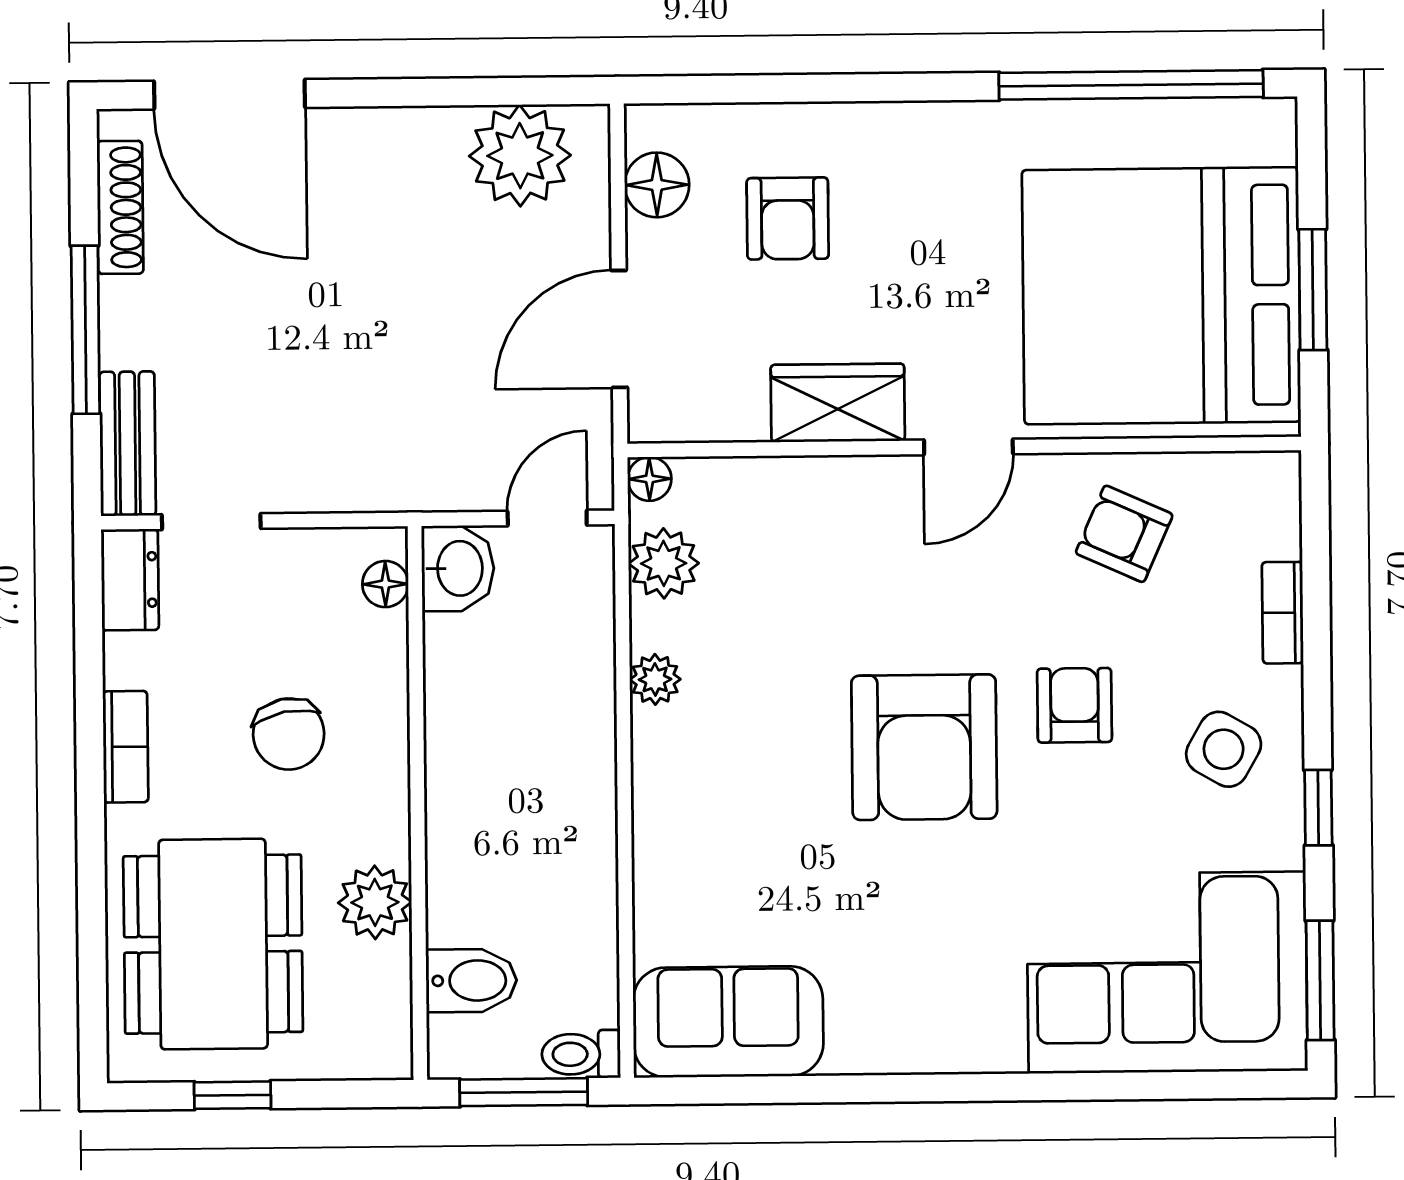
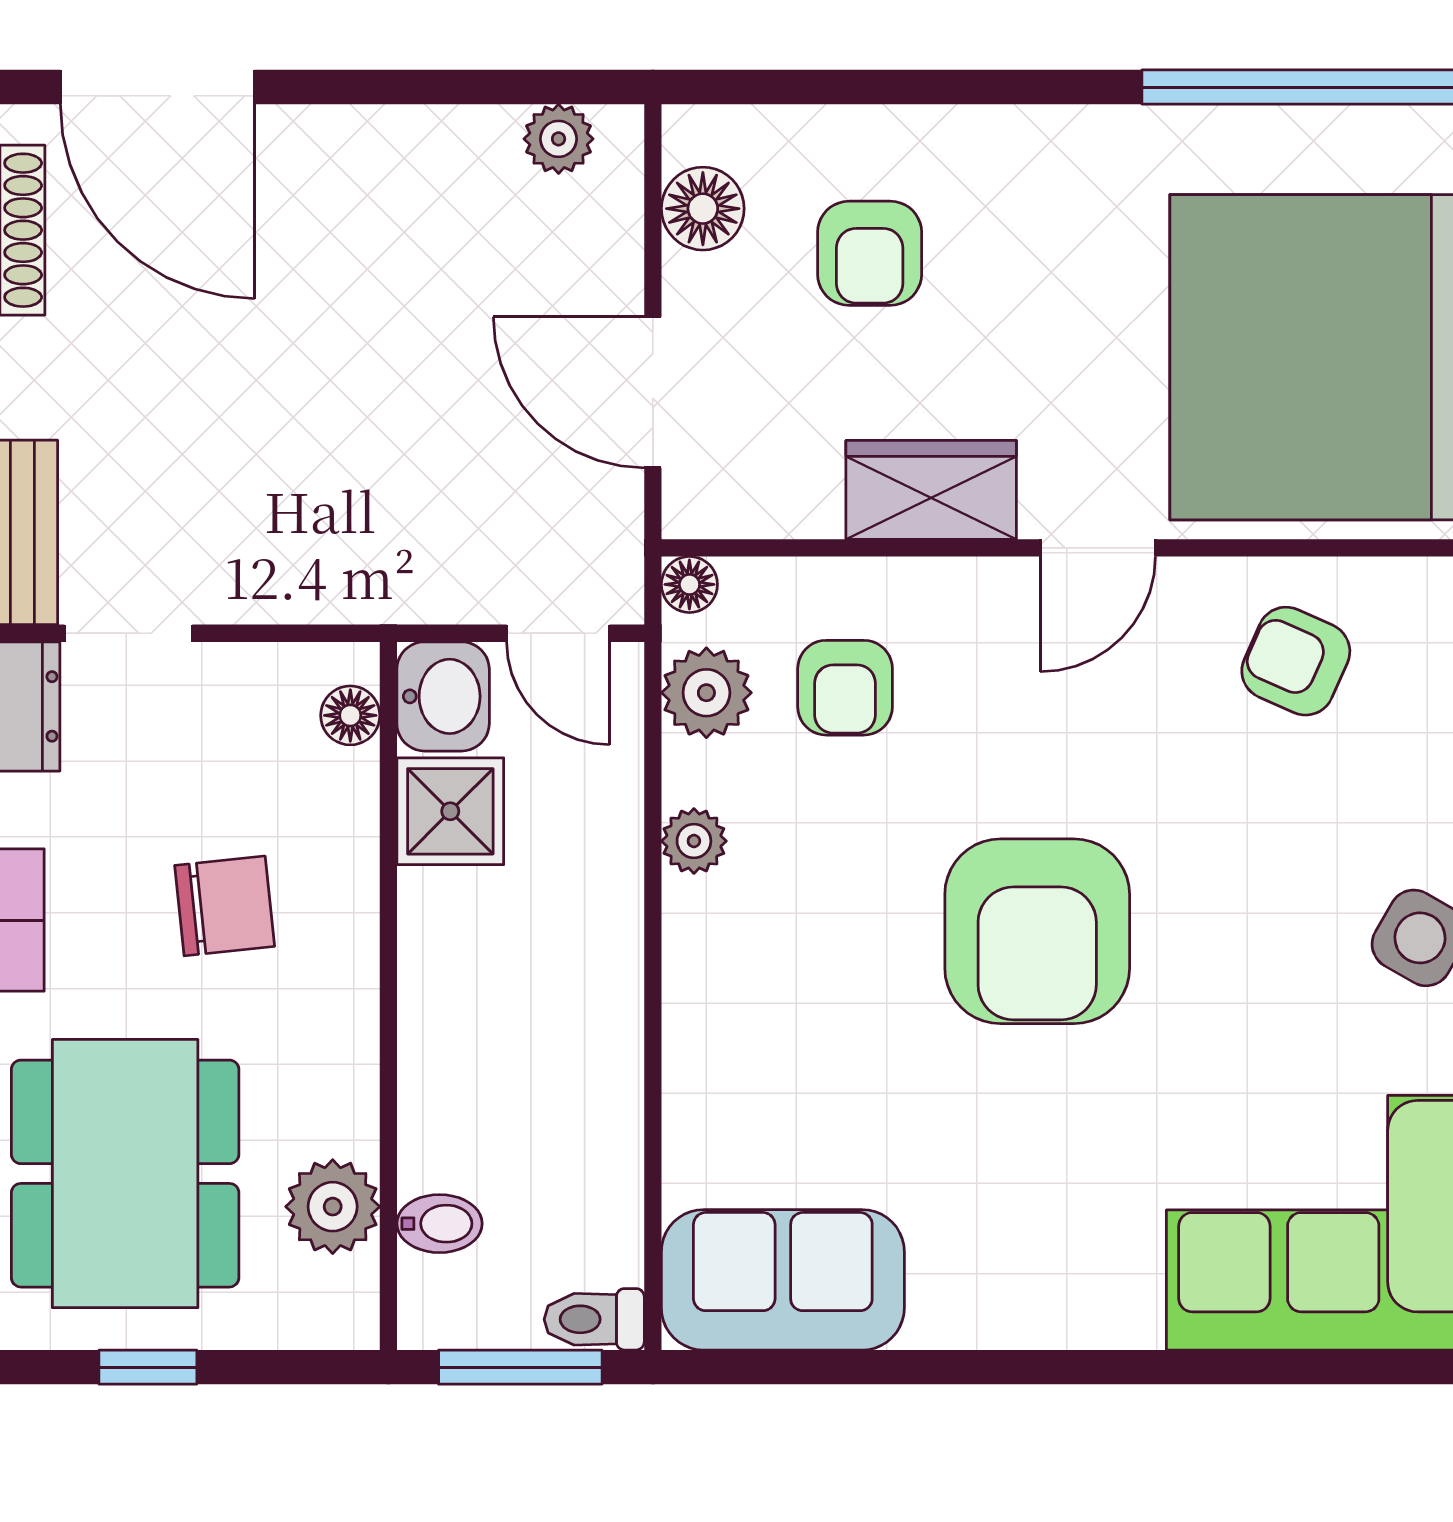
plant: (520, 156) -> (559, 139), width x0.53, depth x0.53
door: (619, 329) -> (653, 392), hinge flipped
door: (547, 518) -> (558, 633), swing flipped
shower: (464, 658) -> (450, 811), added
armchair: (1074, 705) -> (845, 688), moved, turned 180
chair: (289, 734) -> (225, 906), turned -85
plant: (375, 902) -> (333, 1207), moved
bidet: (471, 981) -> (440, 1224), width x0.72, depth x0.74

